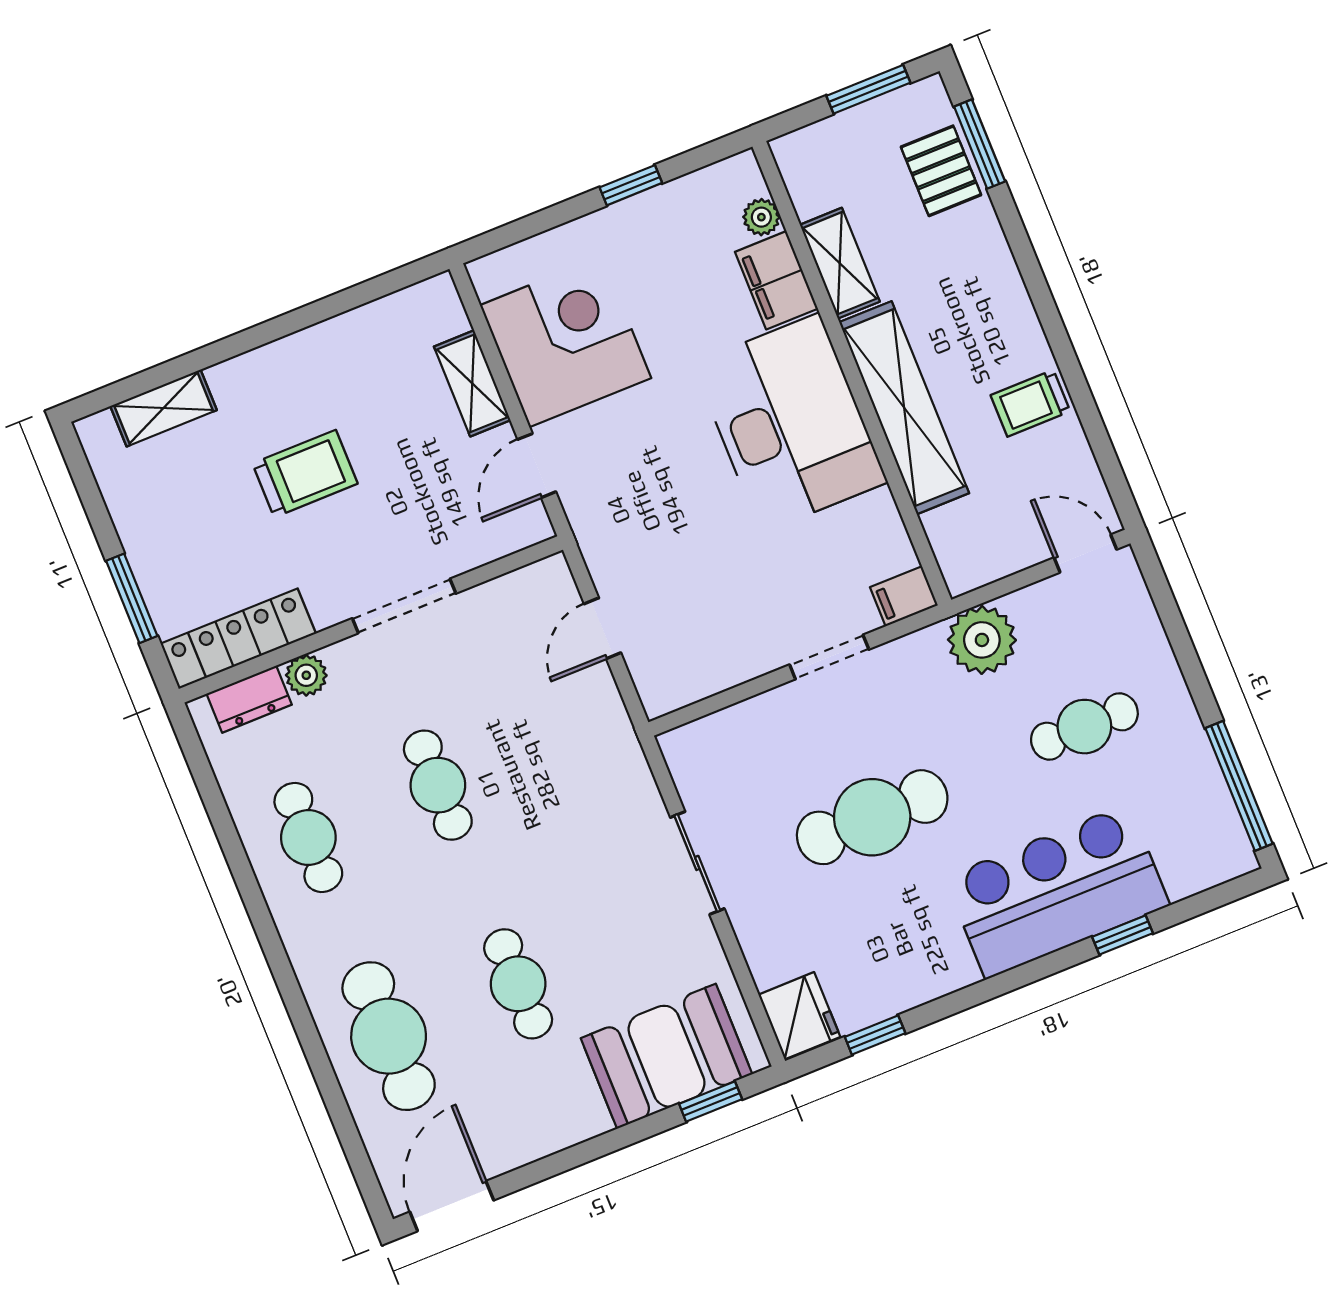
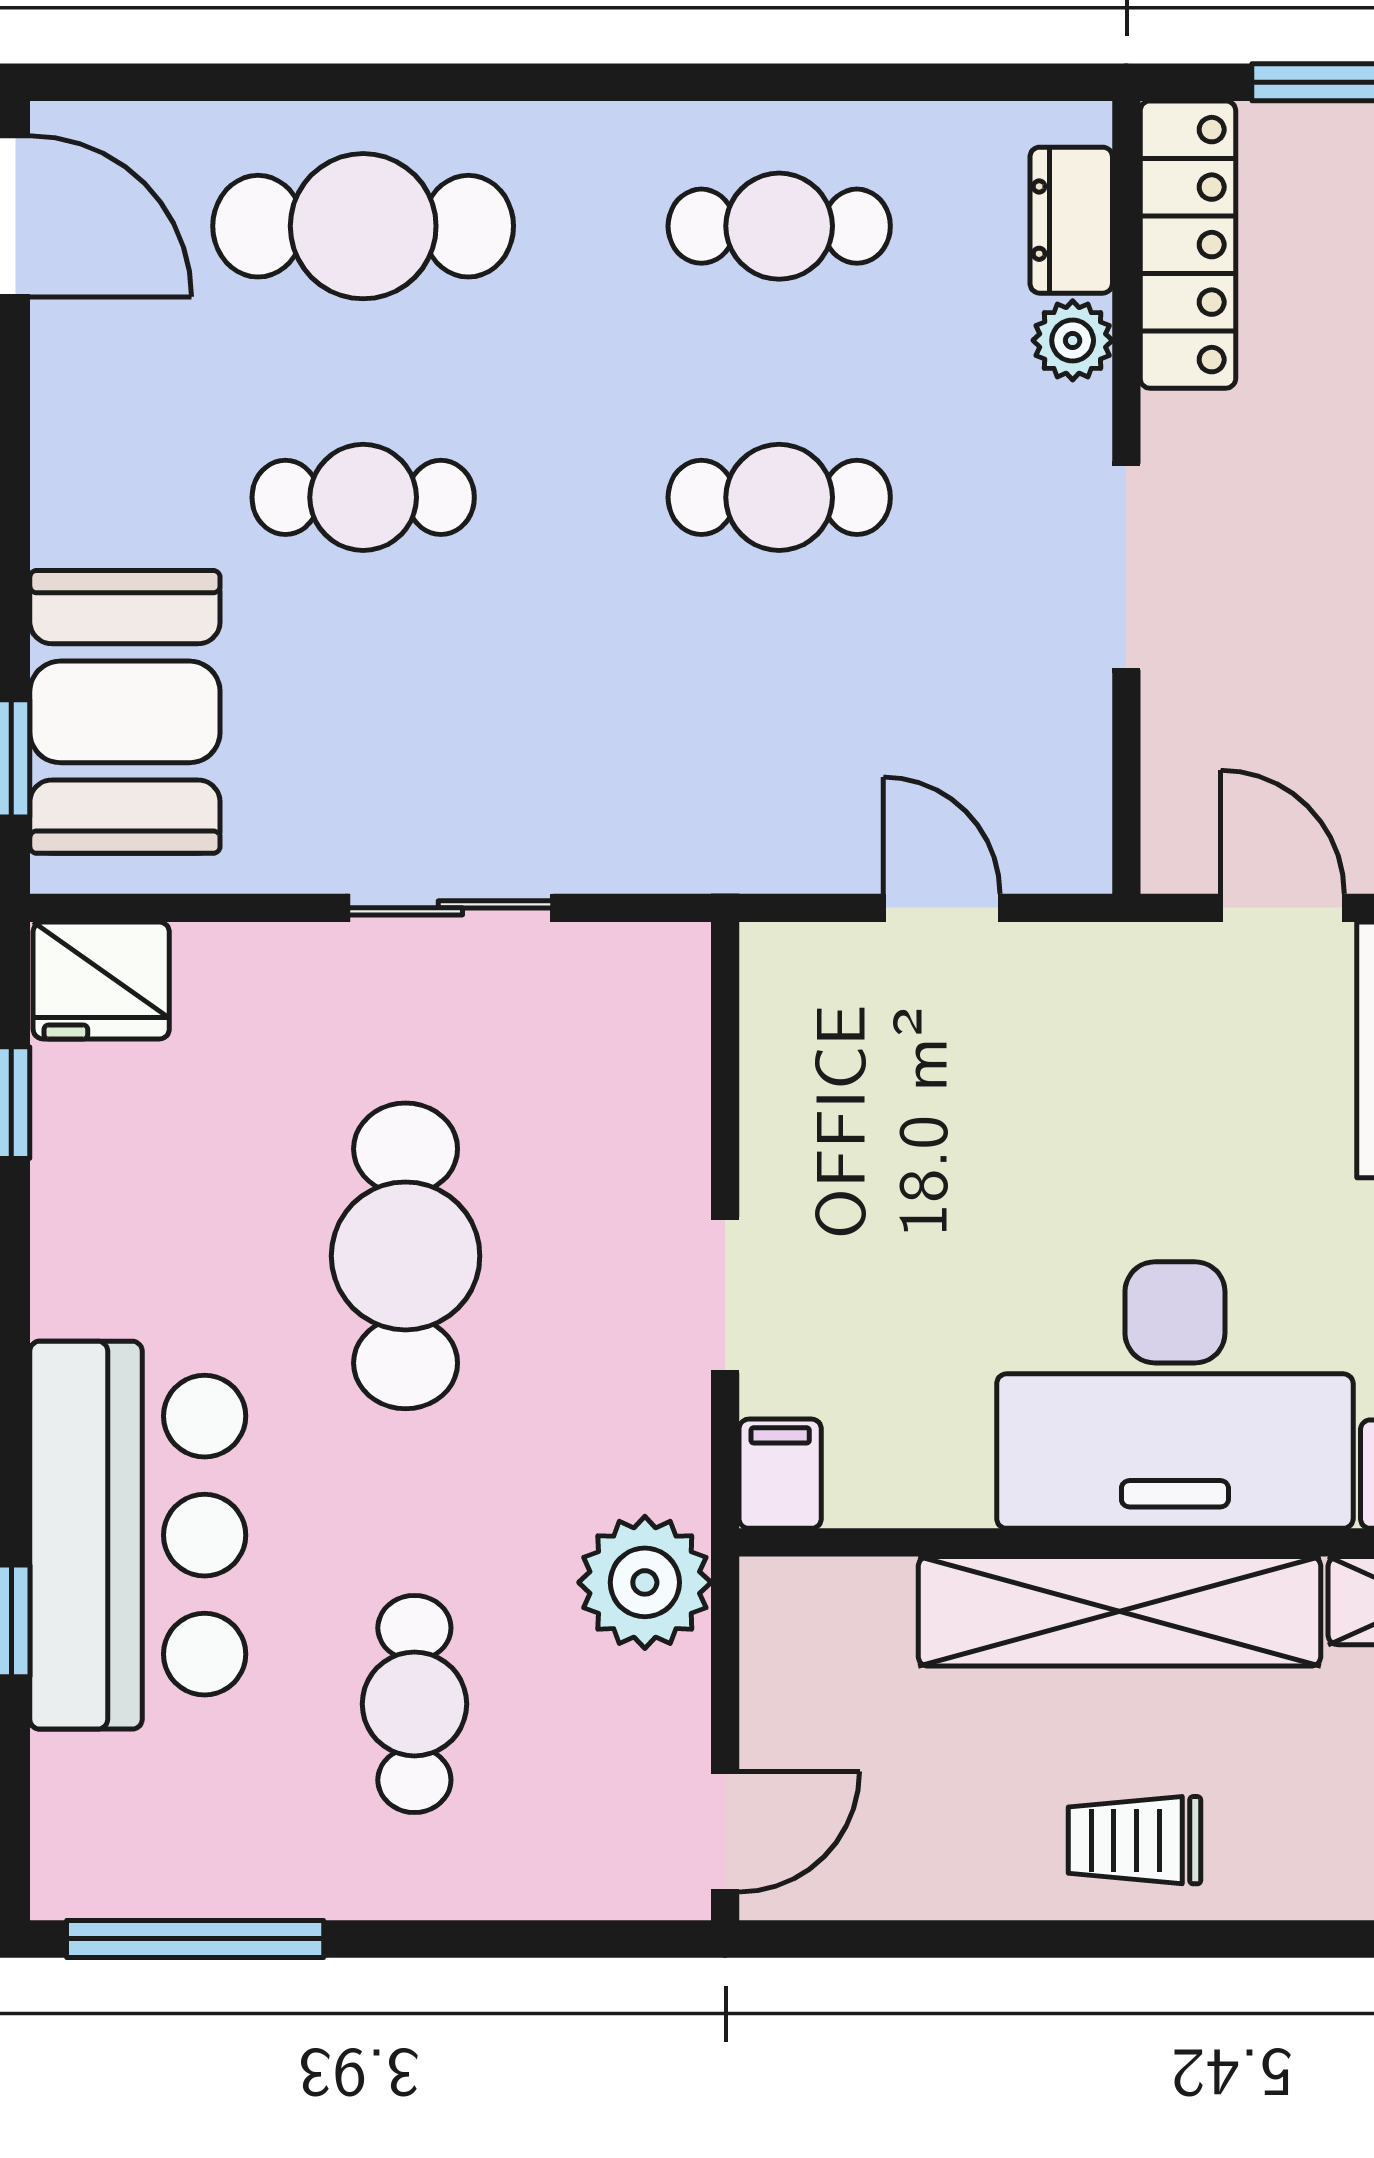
trolley: (1030, 403) -> (1134, 1840), moved, turned -90

